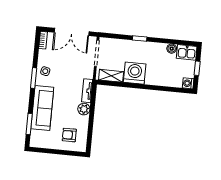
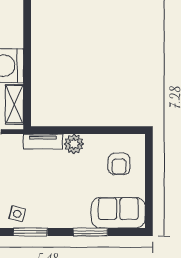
sofa: (42, 108) -> (118, 213), moved, width x0.73
window: (29, 124) -> (90, 232), moved

